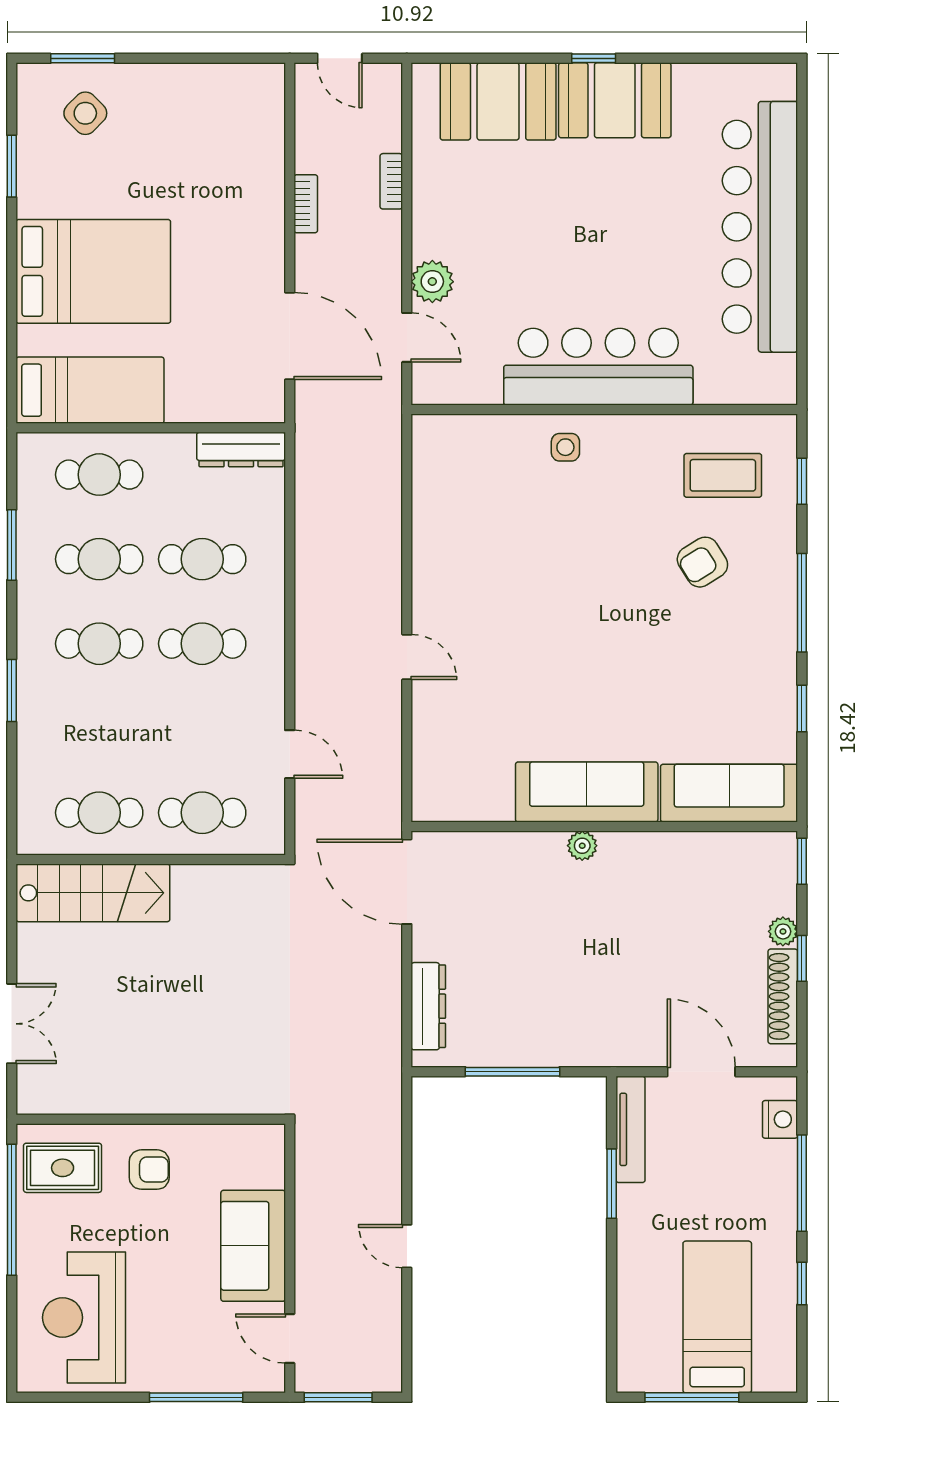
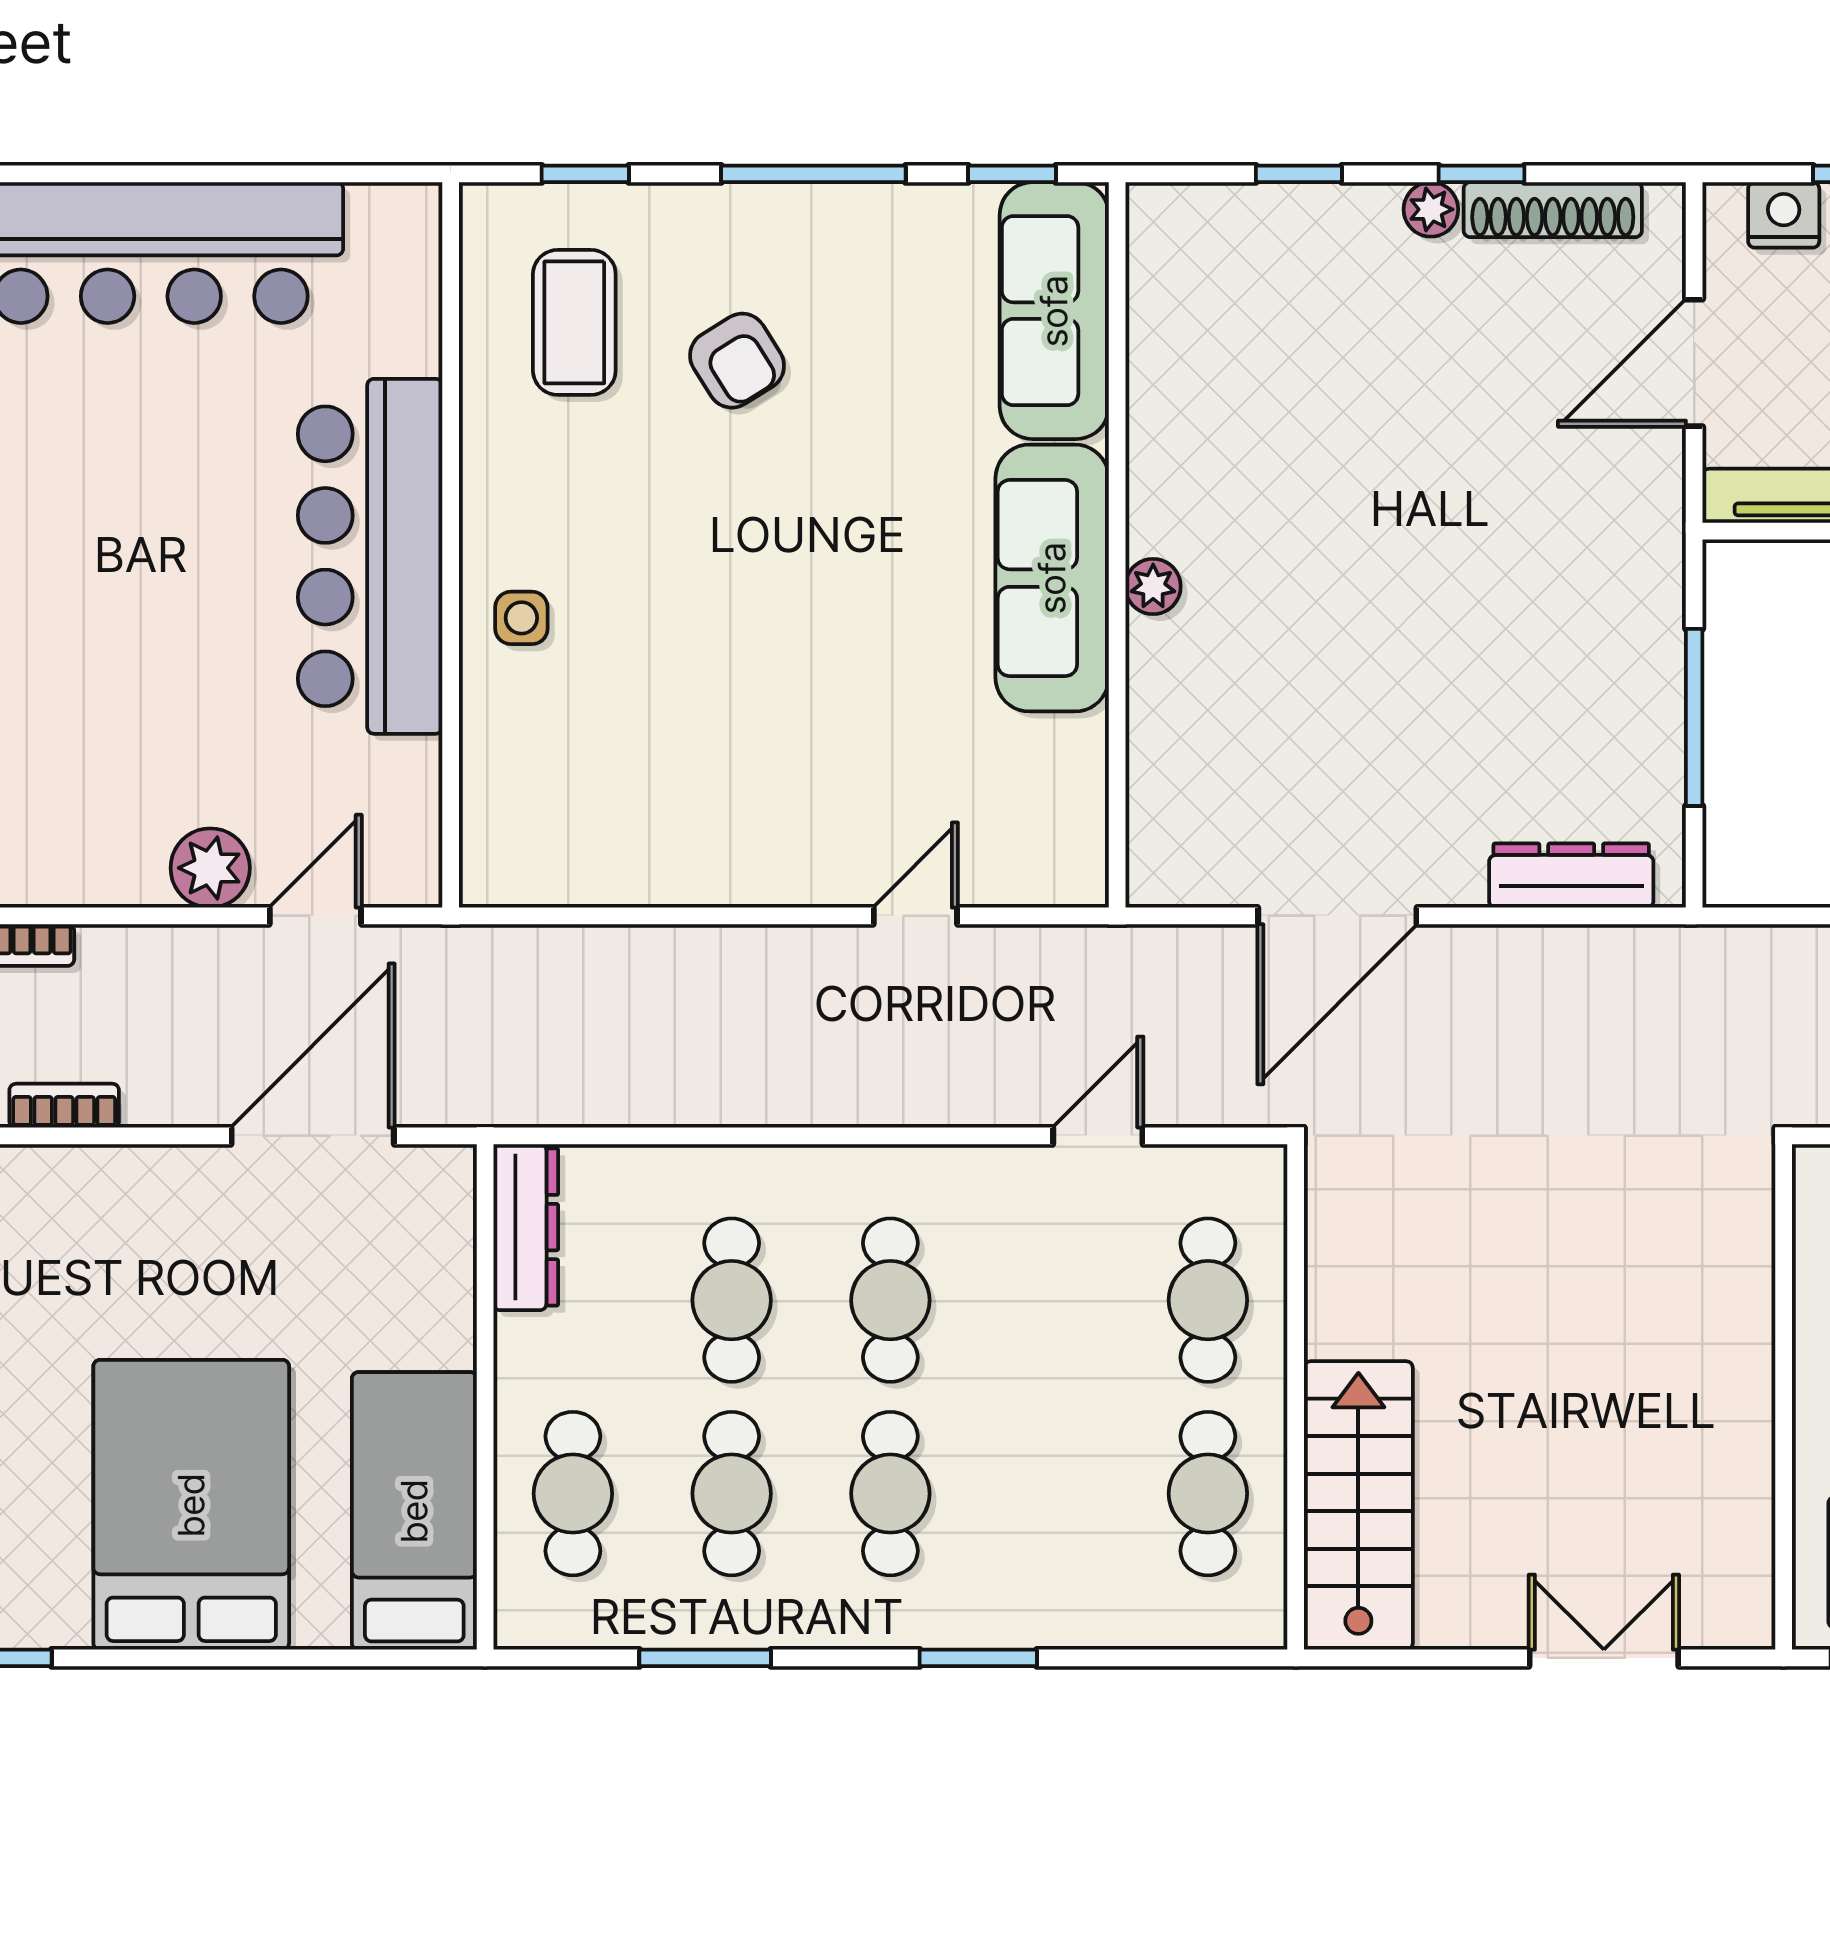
sofa: (587, 792) -> (1052, 578), moved
sofa: (729, 793) -> (1054, 311), moved
wall: (604, 827) -> (1117, 545), moved
plant: (582, 846) -> (1153, 586), moved

